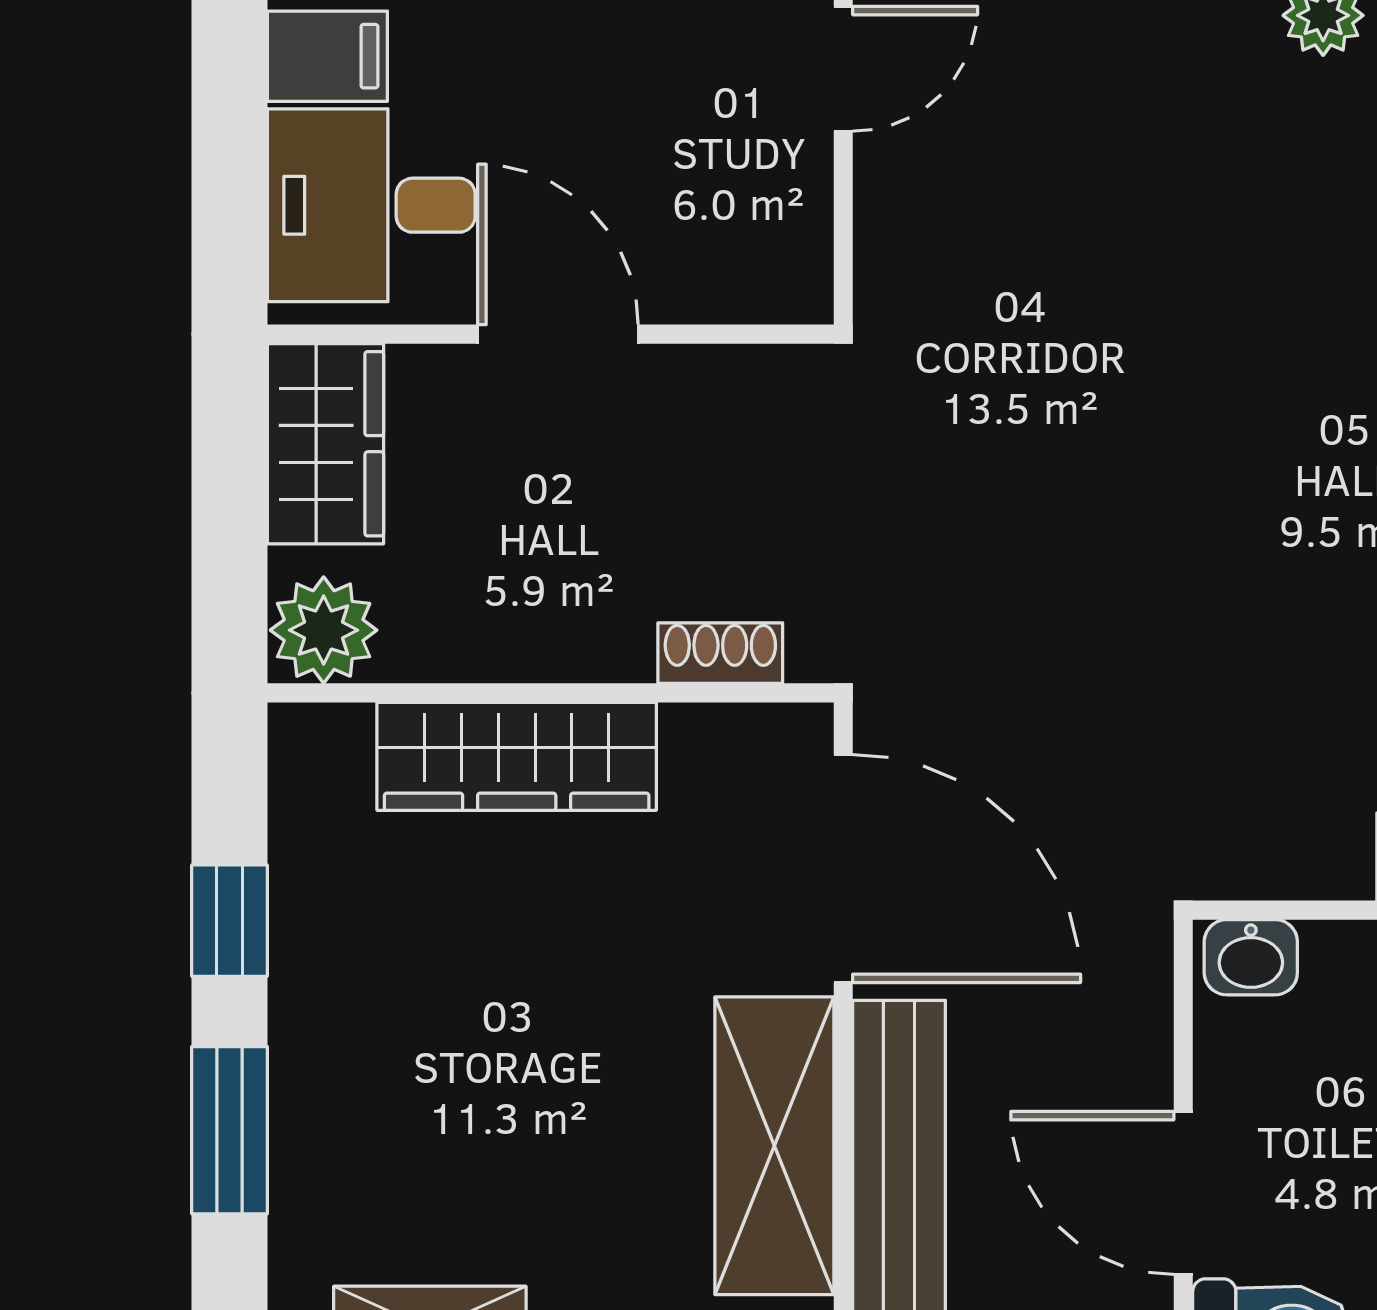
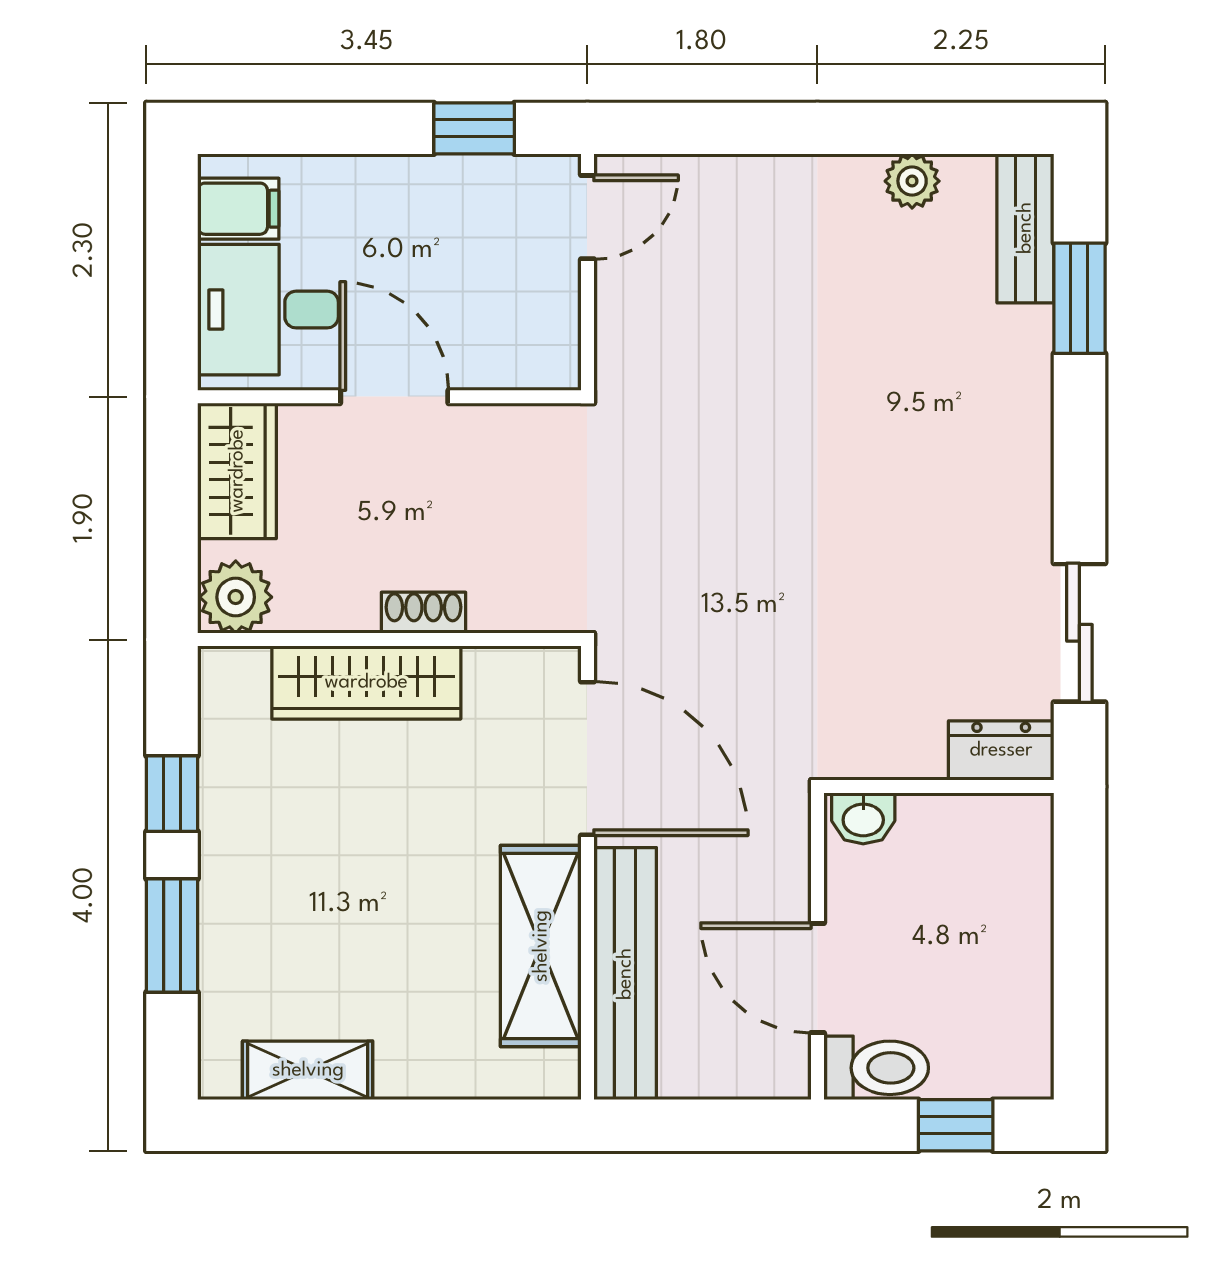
shoe rack: (720, 653) -> (424, 613), moved

